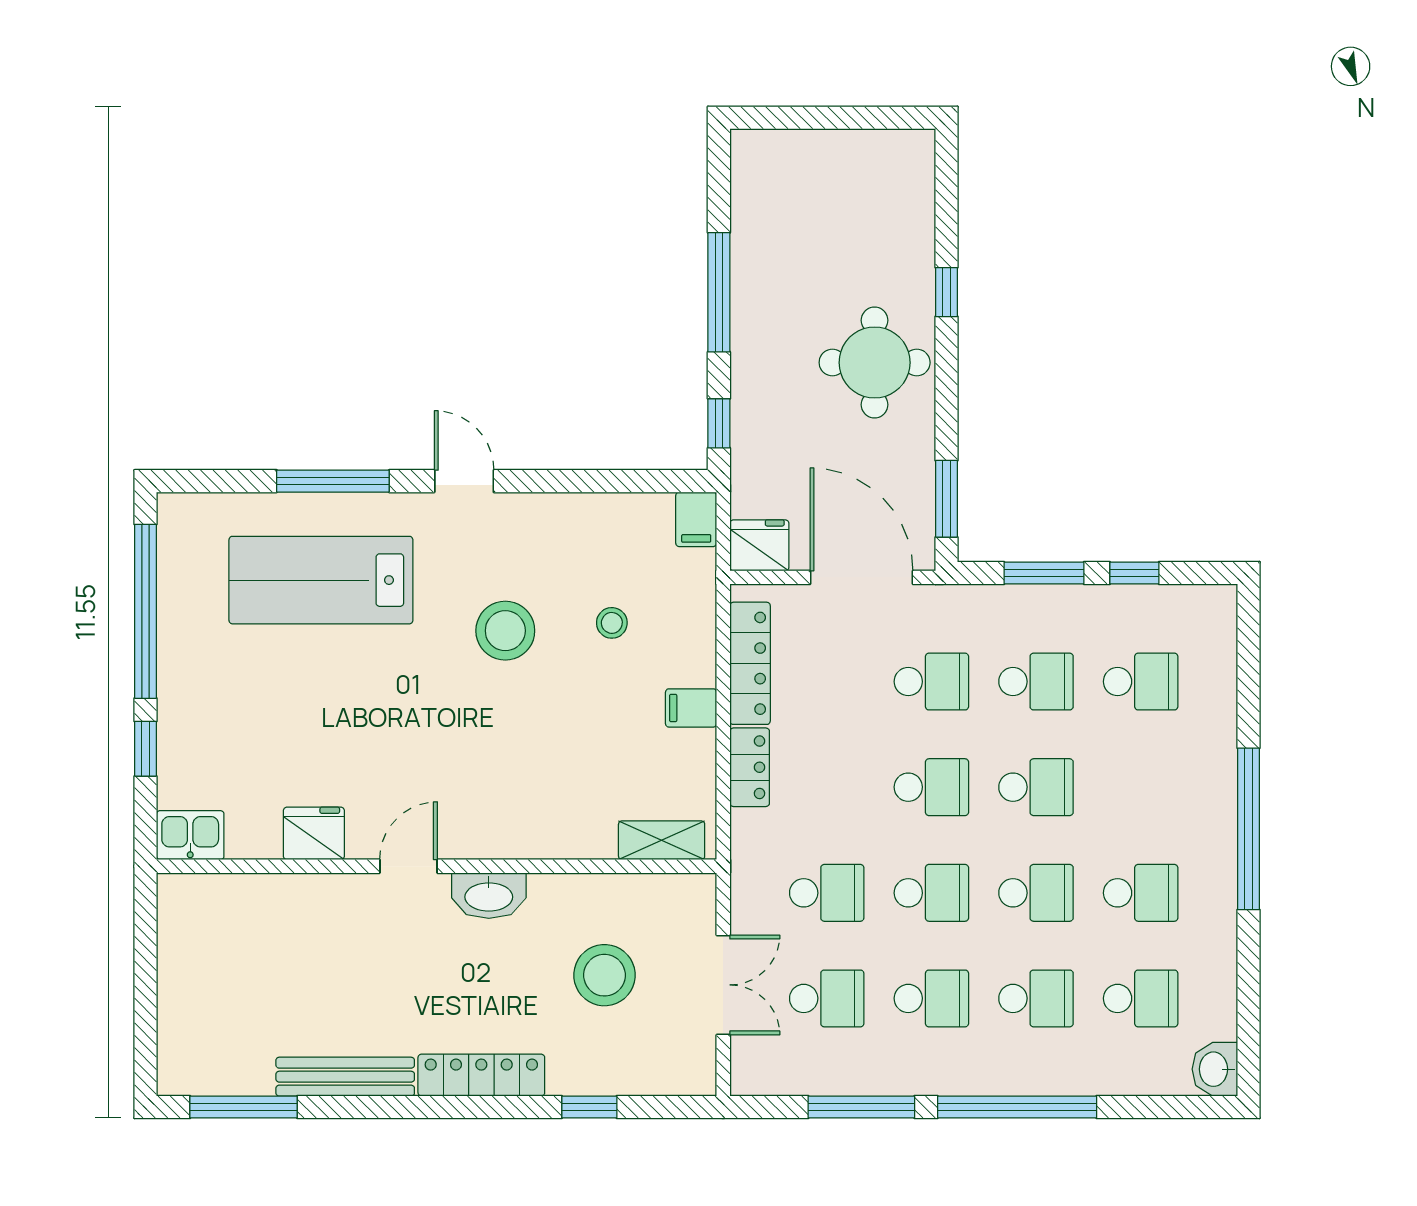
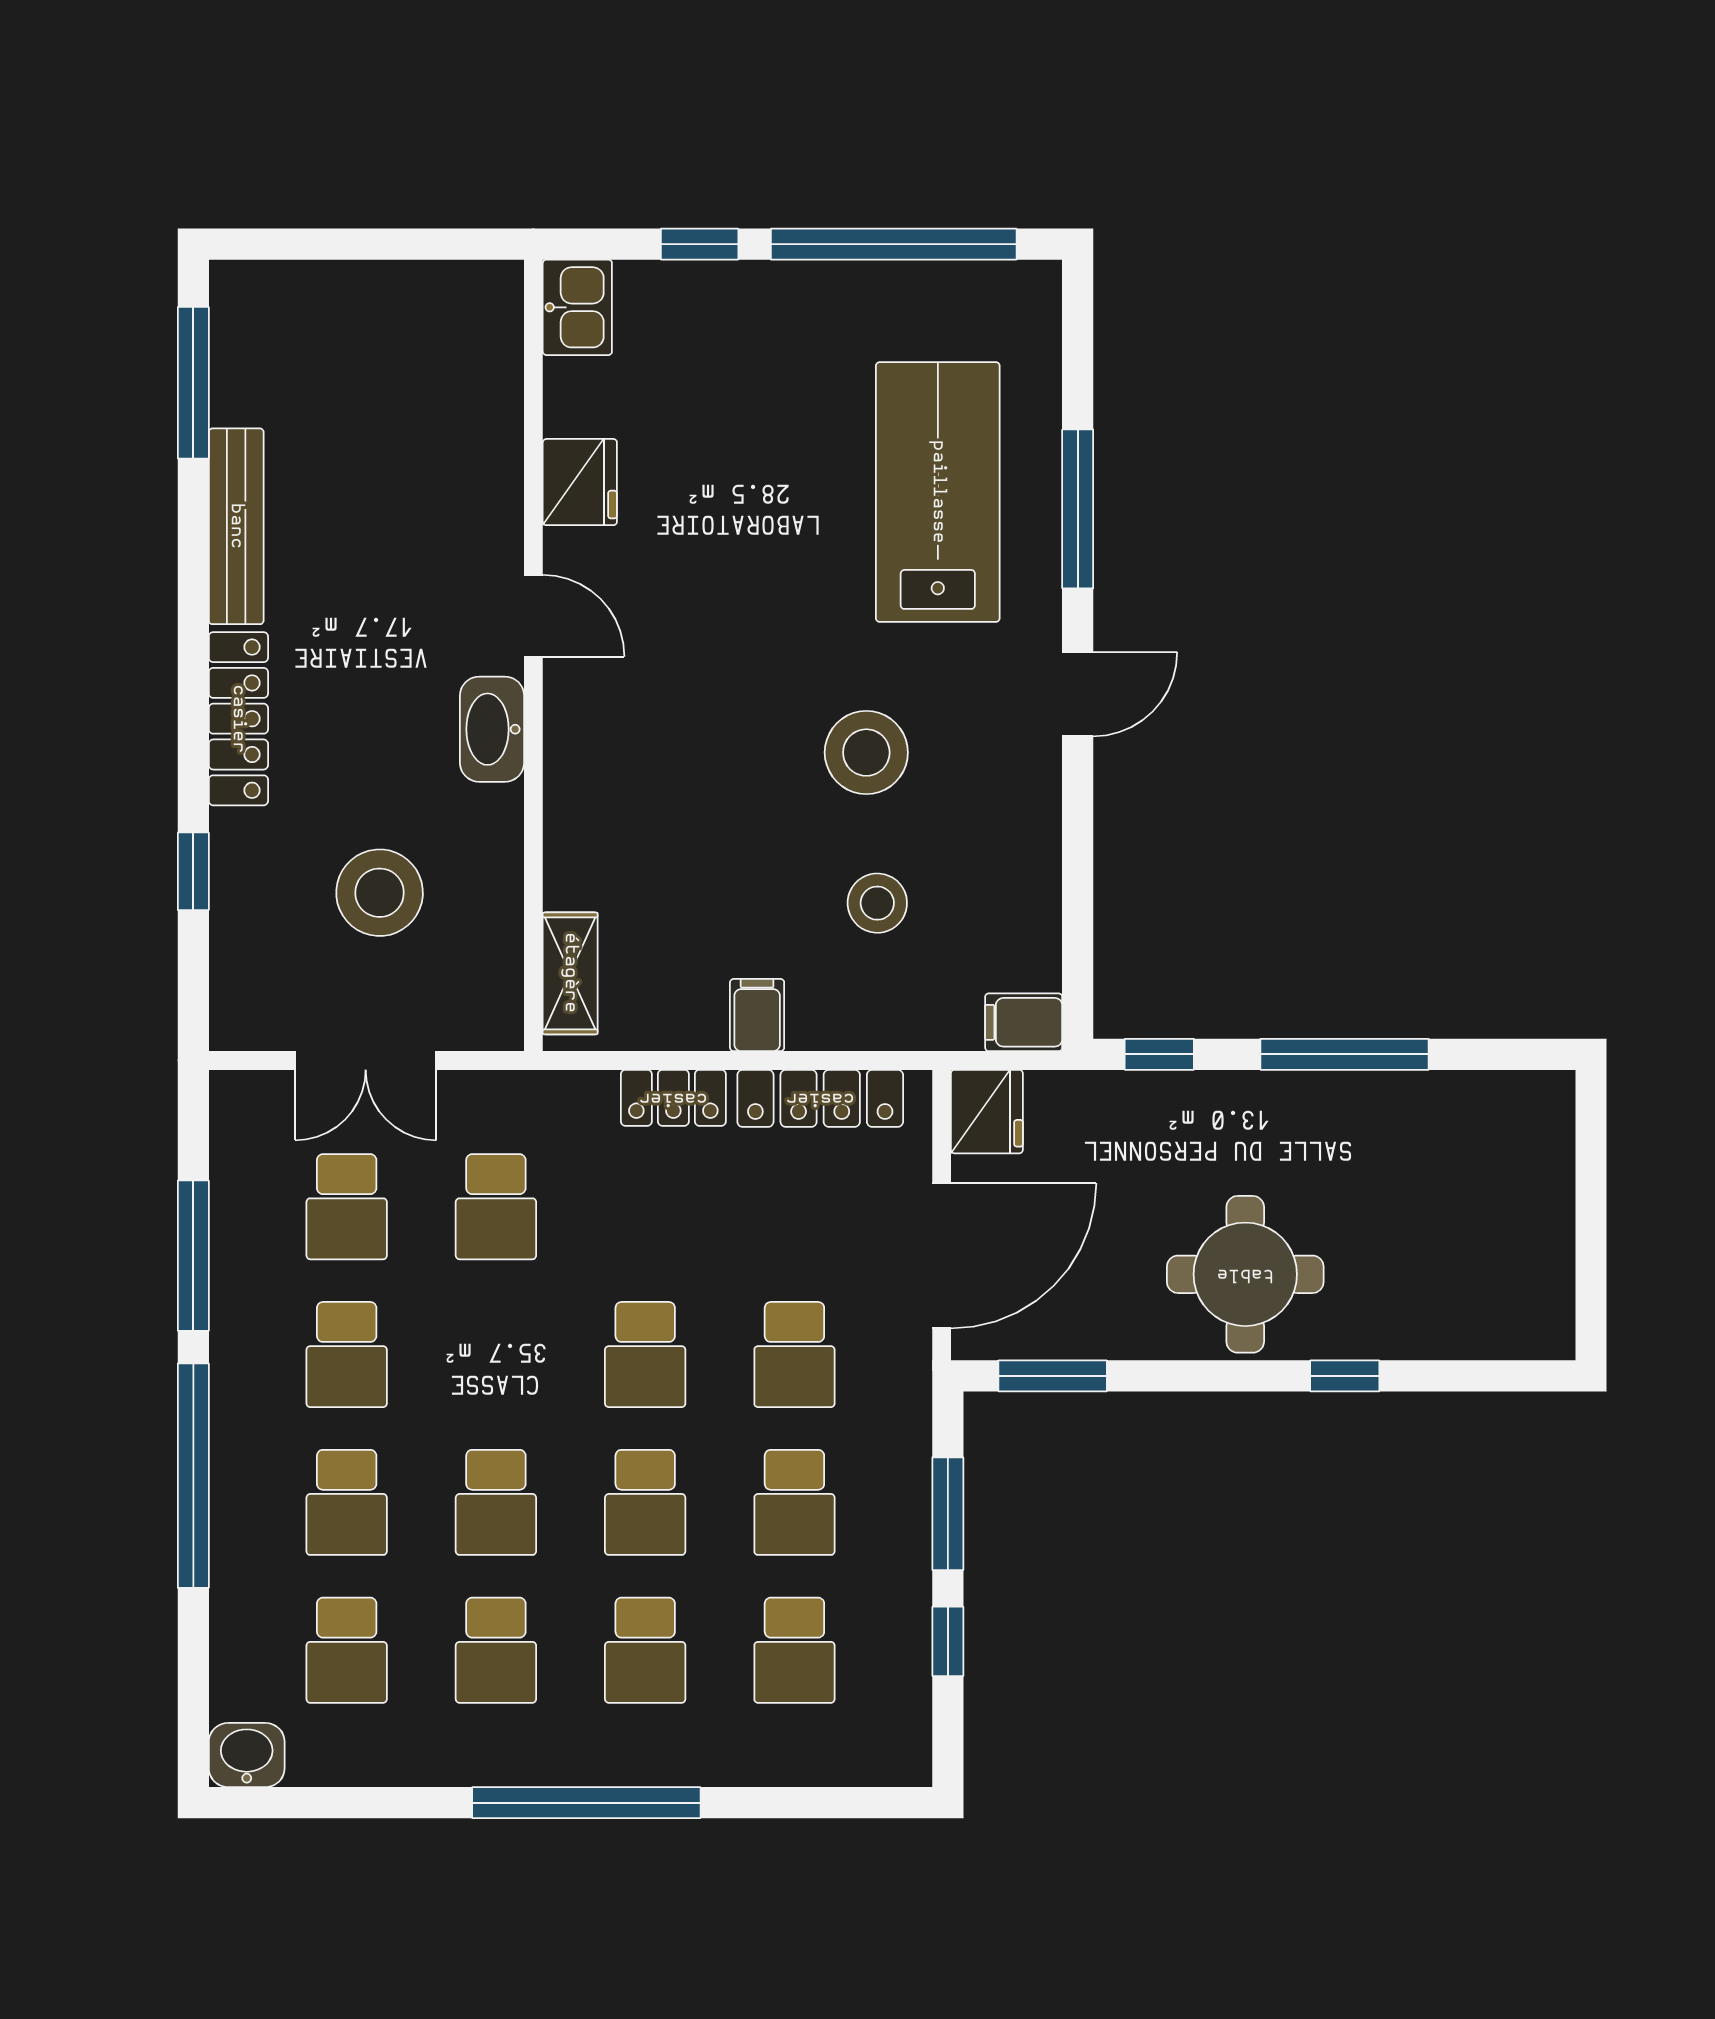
stool: (612, 623) -> (877, 903), width x1.37, depth x1.37
school desk: (931, 893) -> (645, 1650), moved

